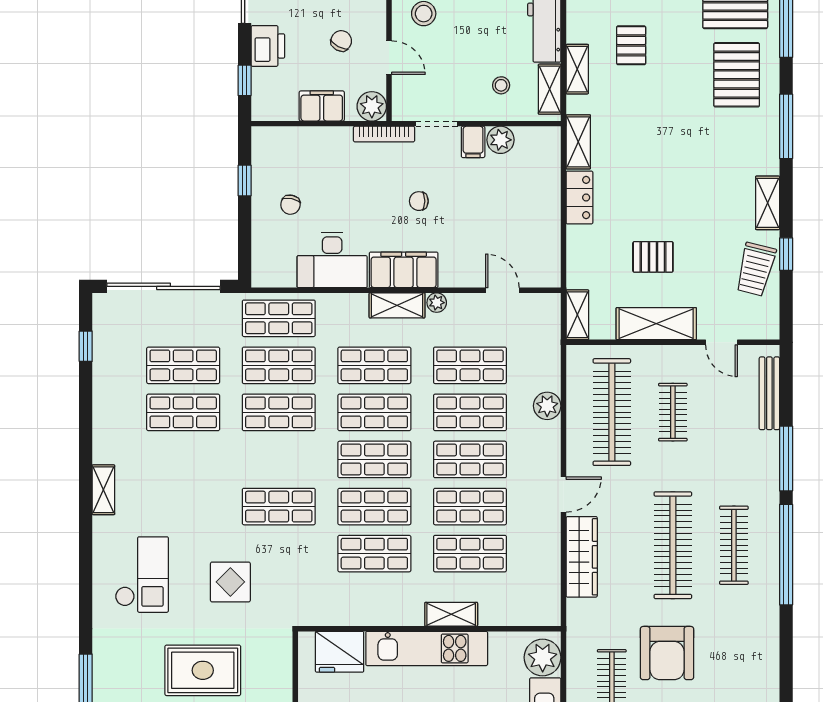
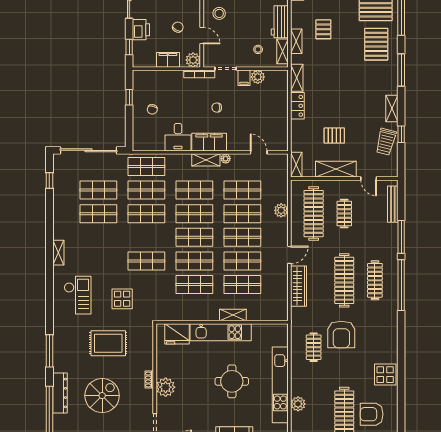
desk: (332, 260) -> (178, 137), width x0.73
plant: (543, 657) -> (279, 337), removed

